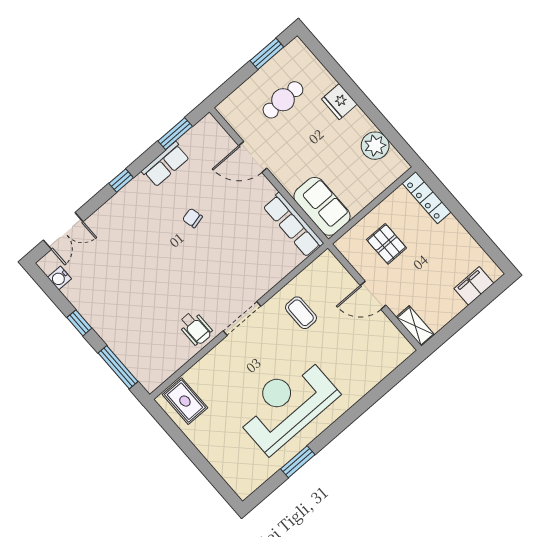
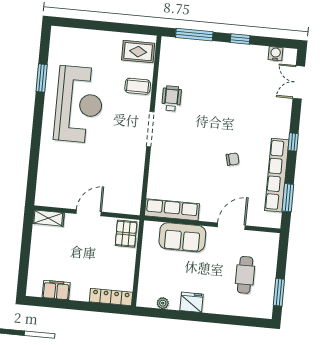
fridge: (339, 102) -> (192, 302), moved
plant: (375, 146) -> (163, 303), width x0.53, depth x0.53
row of seats: (166, 164) -> (277, 175), width x2.02
sofa: (322, 206) -> (182, 237), moved
pallet: (387, 244) -> (126, 234), moved, turned 90
filing cabinet: (474, 286) -> (56, 290), moved, turned -90
coffee table: (301, 313) -> (138, 86), moved
wheelchair: (195, 328) -> (172, 98), turned 90

